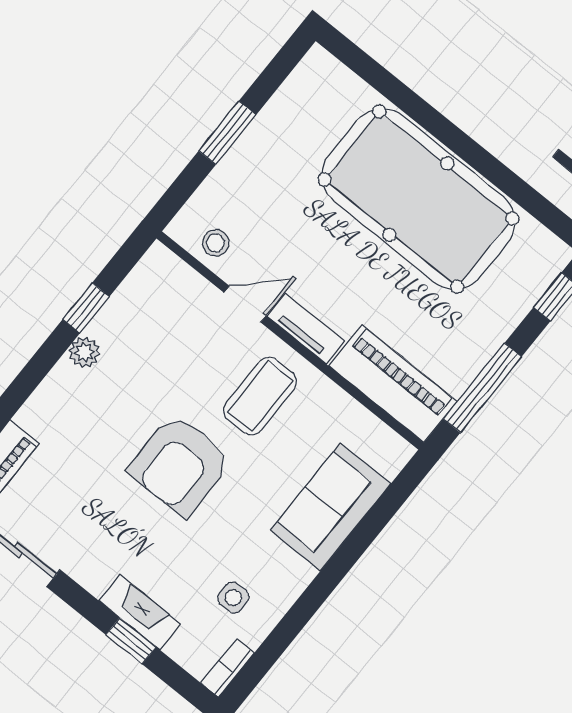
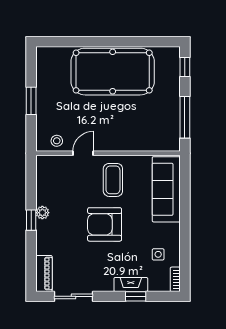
window: (86, 308) -> (31, 220), moved
tv unit: (306, 329) -> (110, 145), removed
piano: (393, 384) -> (154, 140), removed
armchair: (180, 465) -> (105, 224), turned 90
sofa: (330, 507) -> (166, 189), width x1.36

